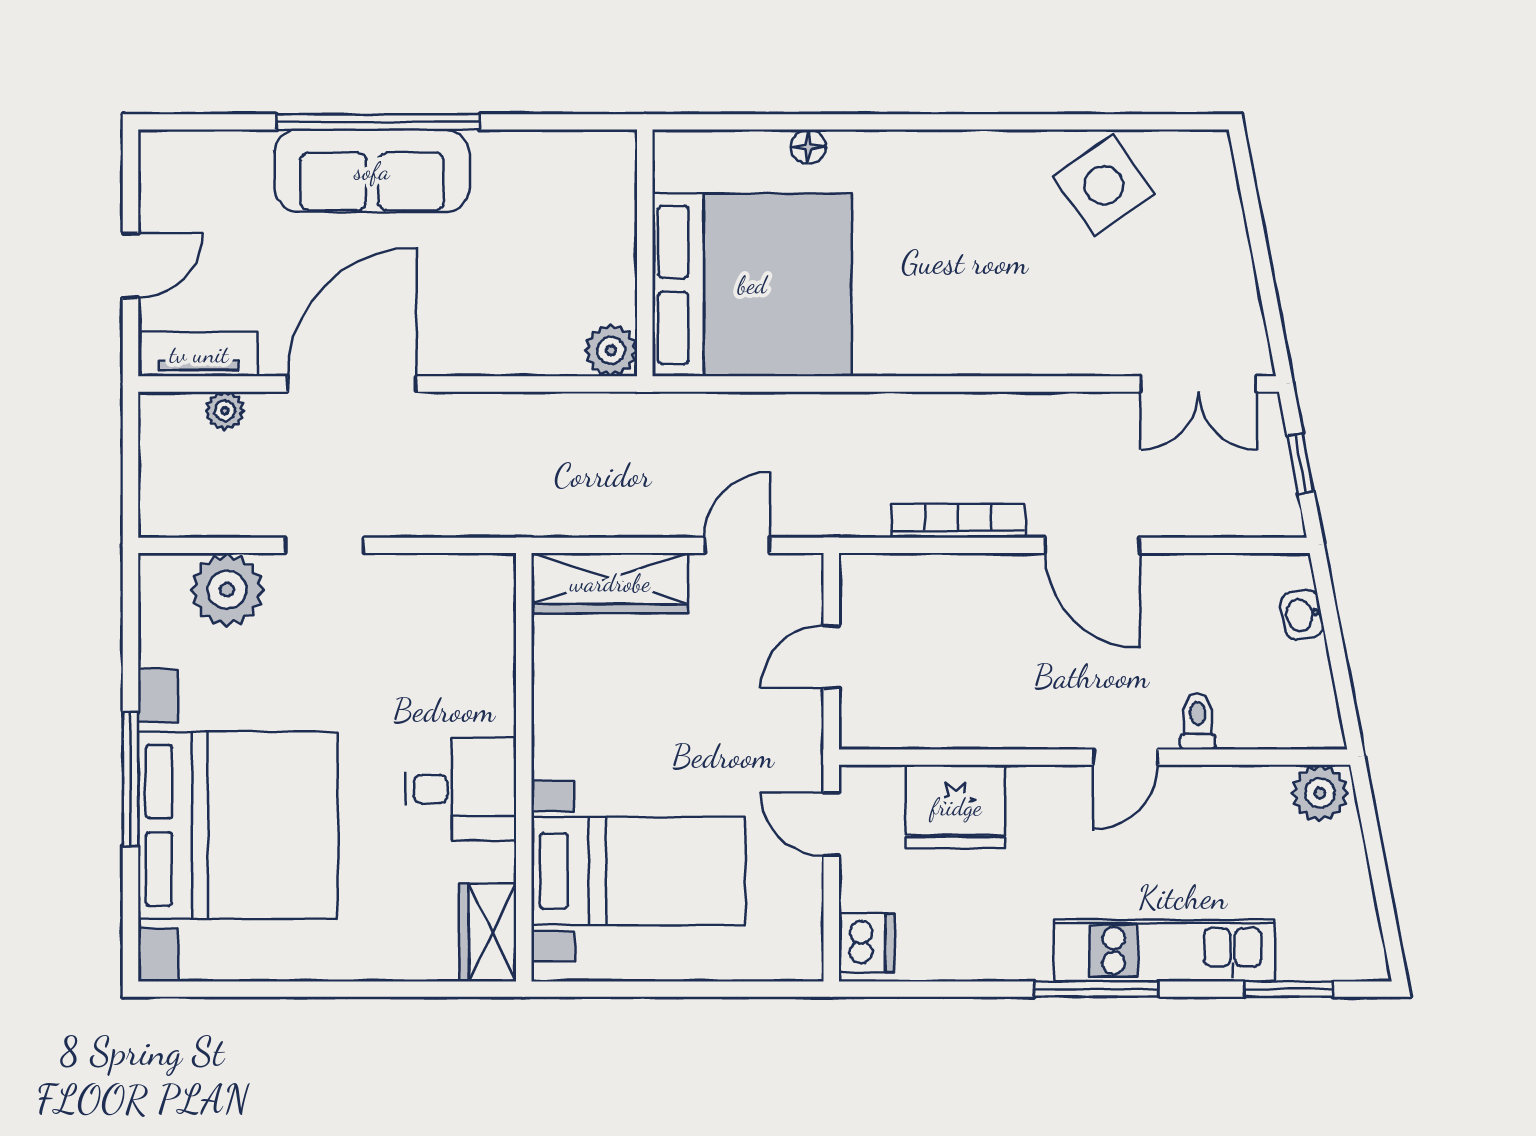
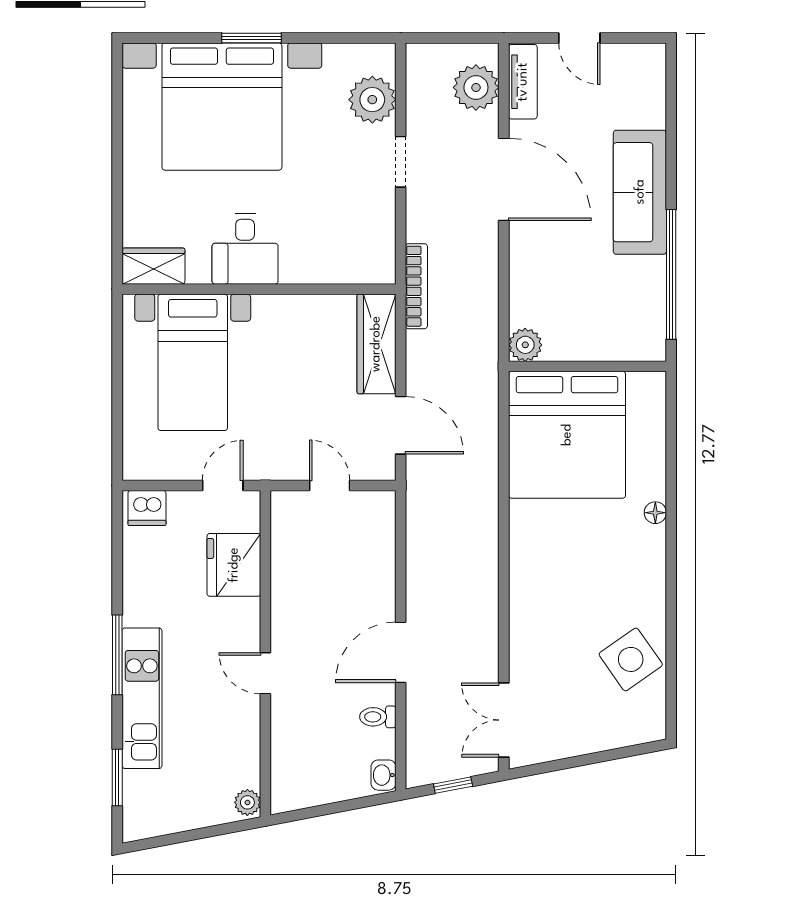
window: (378, 122) -> (671, 274), moved
floor lamp: (808, 147) -> (655, 513), moved
plant: (225, 411) -> (476, 87), width x1.87, depth x1.87
bookcase: (958, 521) -> (416, 286), moved
door: (737, 545) -> (401, 425), width x1.38
washbasin: (1302, 615) -> (383, 775), moved, turned -79
toilet: (1198, 721) -> (378, 717), moved, turned 180
window: (130, 779) -> (251, 38), width x0.69
plant: (1320, 793) -> (247, 802), width x0.73, depth x0.73

